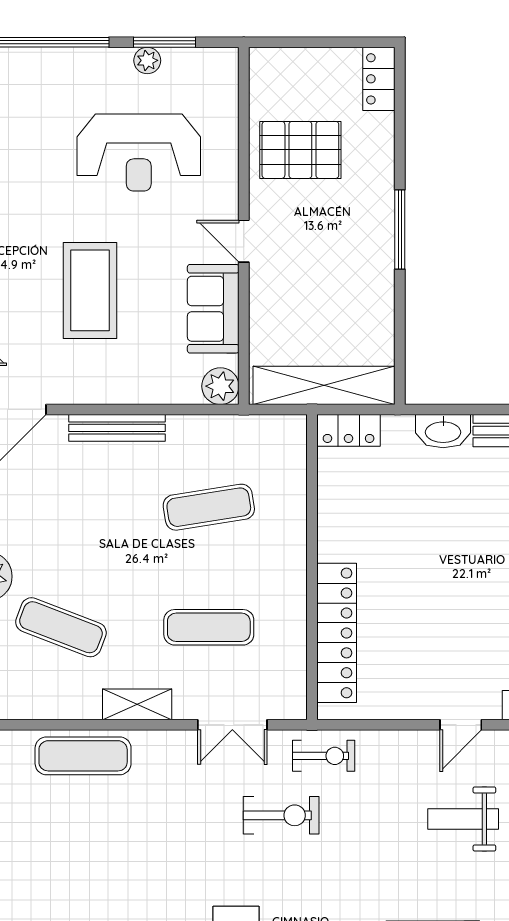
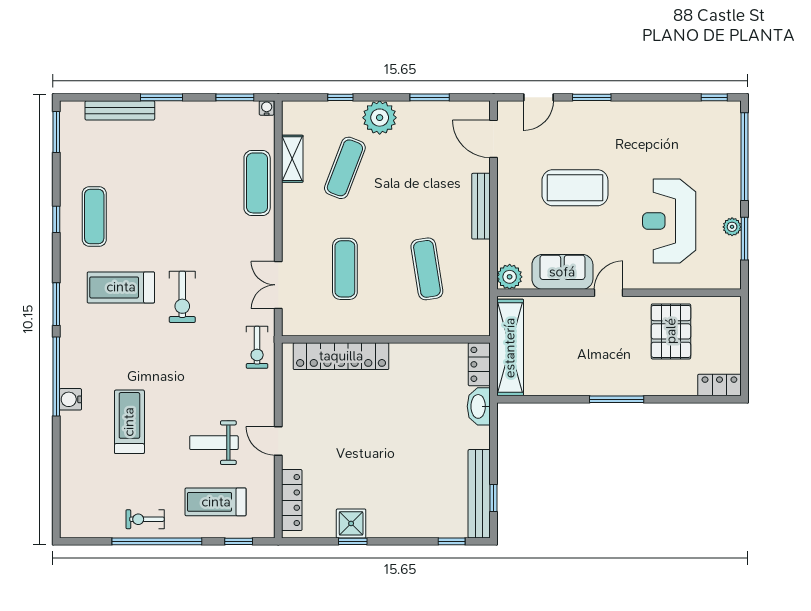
washbasin: (443, 431) -> (479, 406), moved
shelving: (137, 704) -> (292, 159), moved
exercise bike: (281, 815) -> (182, 297), moved
weight bench: (463, 819) -> (214, 443), turned -90

